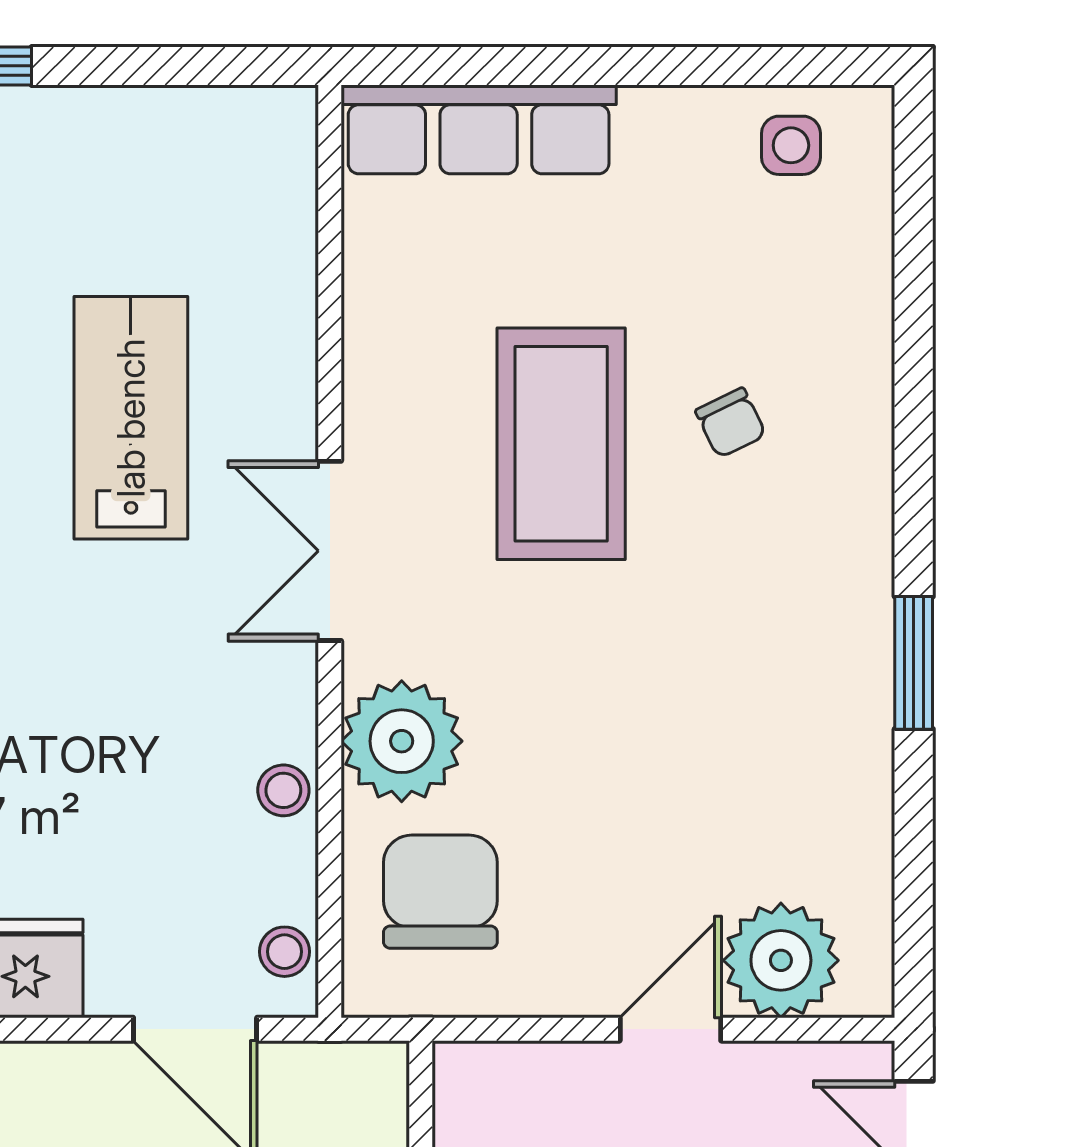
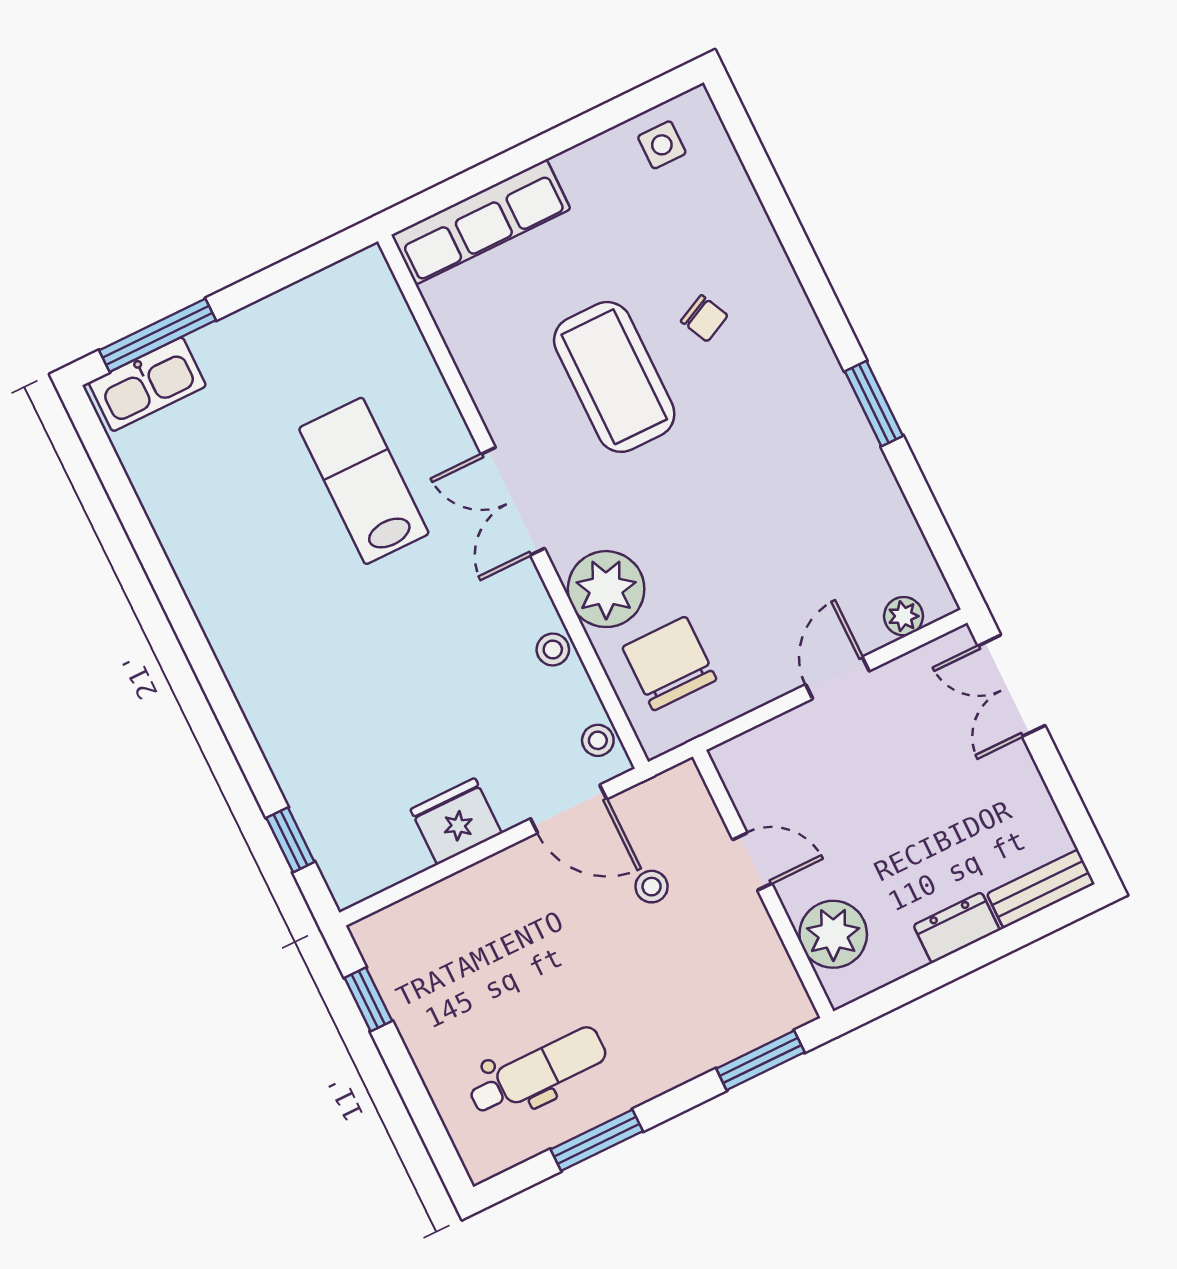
plant: (781, 960) -> (904, 616), width x0.53, depth x0.53

